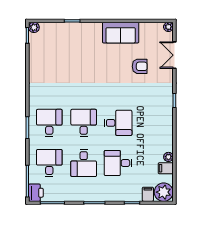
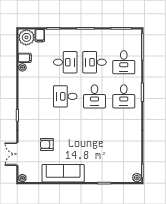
sofa: (121, 33) -> (63, 173), width x1.36
double door: (174, 55) -> (17, 154), swing flipped
desk: (84, 163) -> (94, 62), turned -90
printer: (36, 193) -> (135, 37), removed

